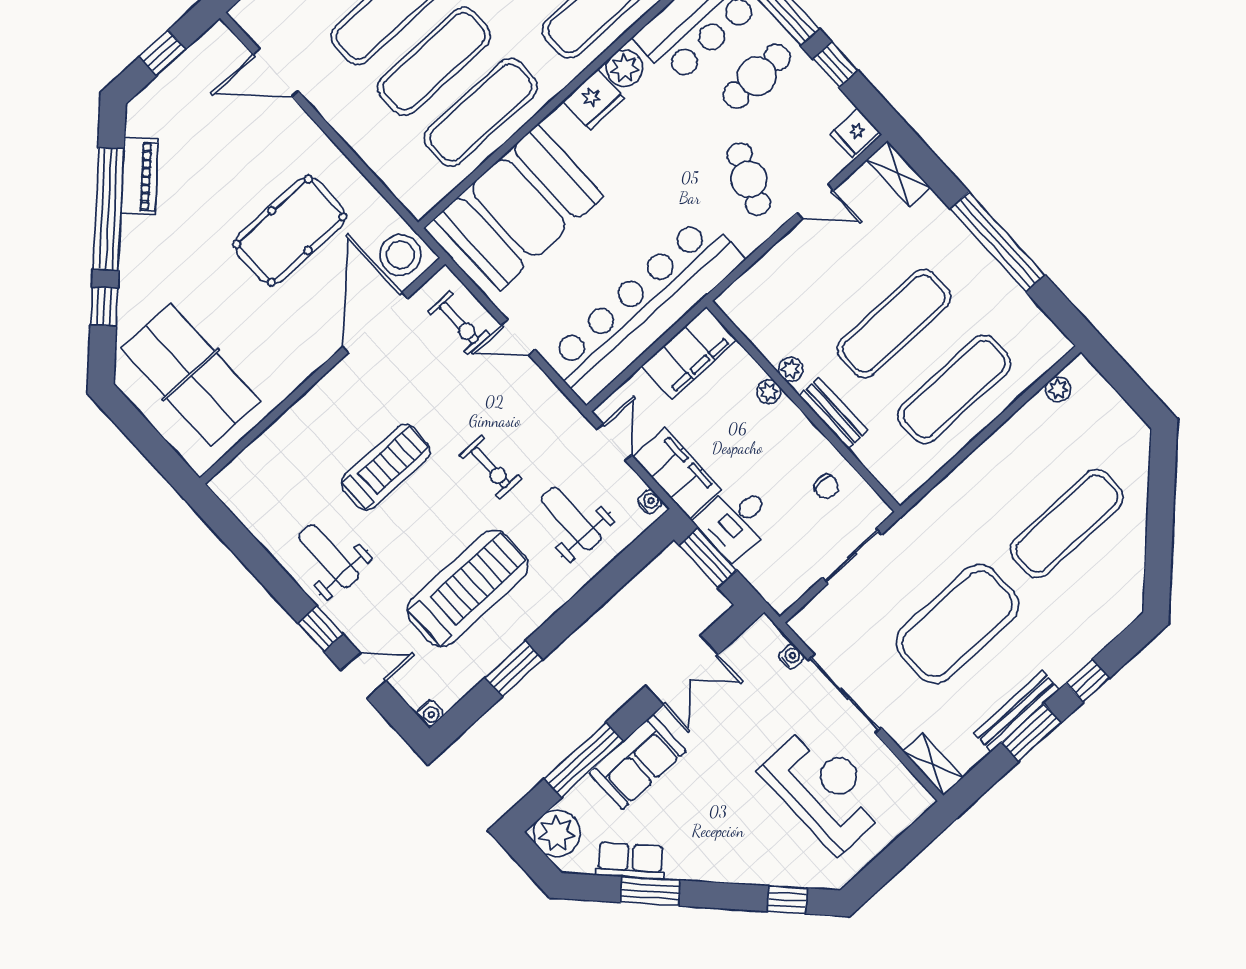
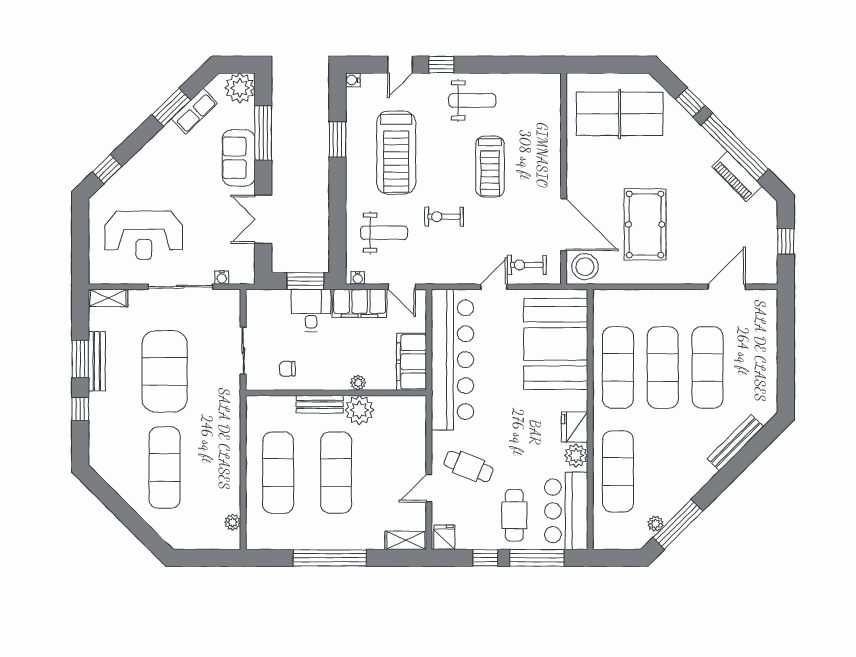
plant: (791, 369) -> (359, 410), width x1.87, depth x1.87

